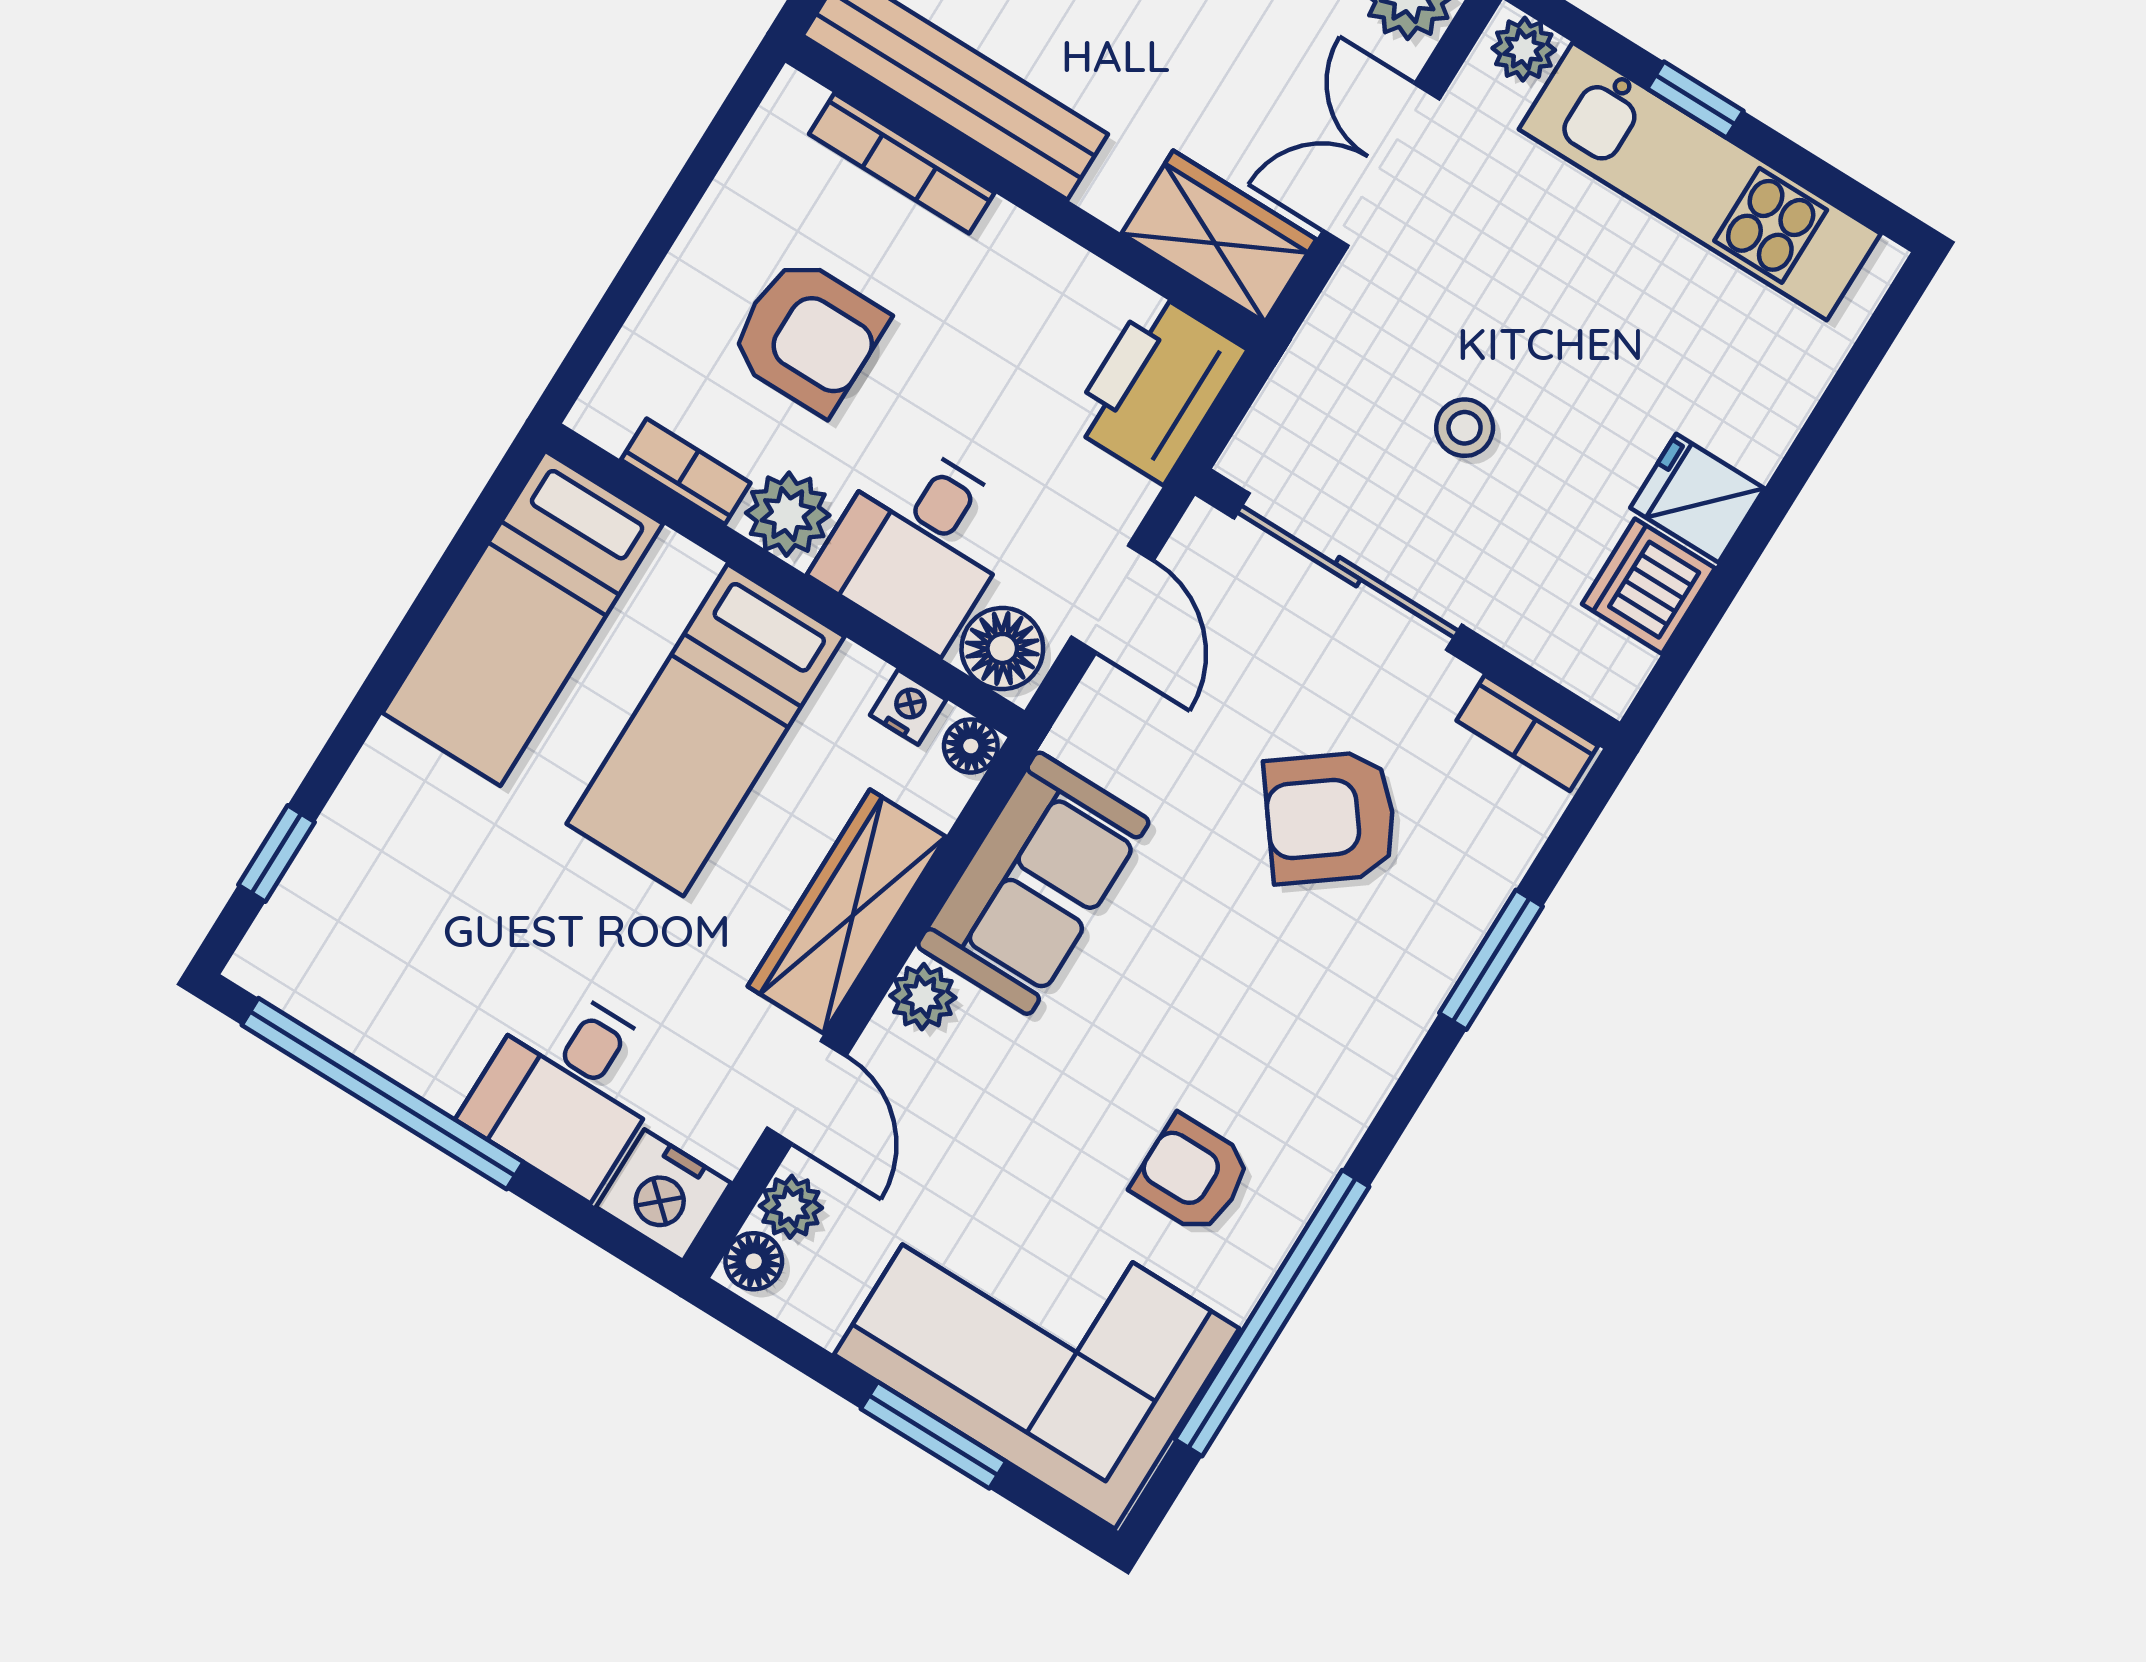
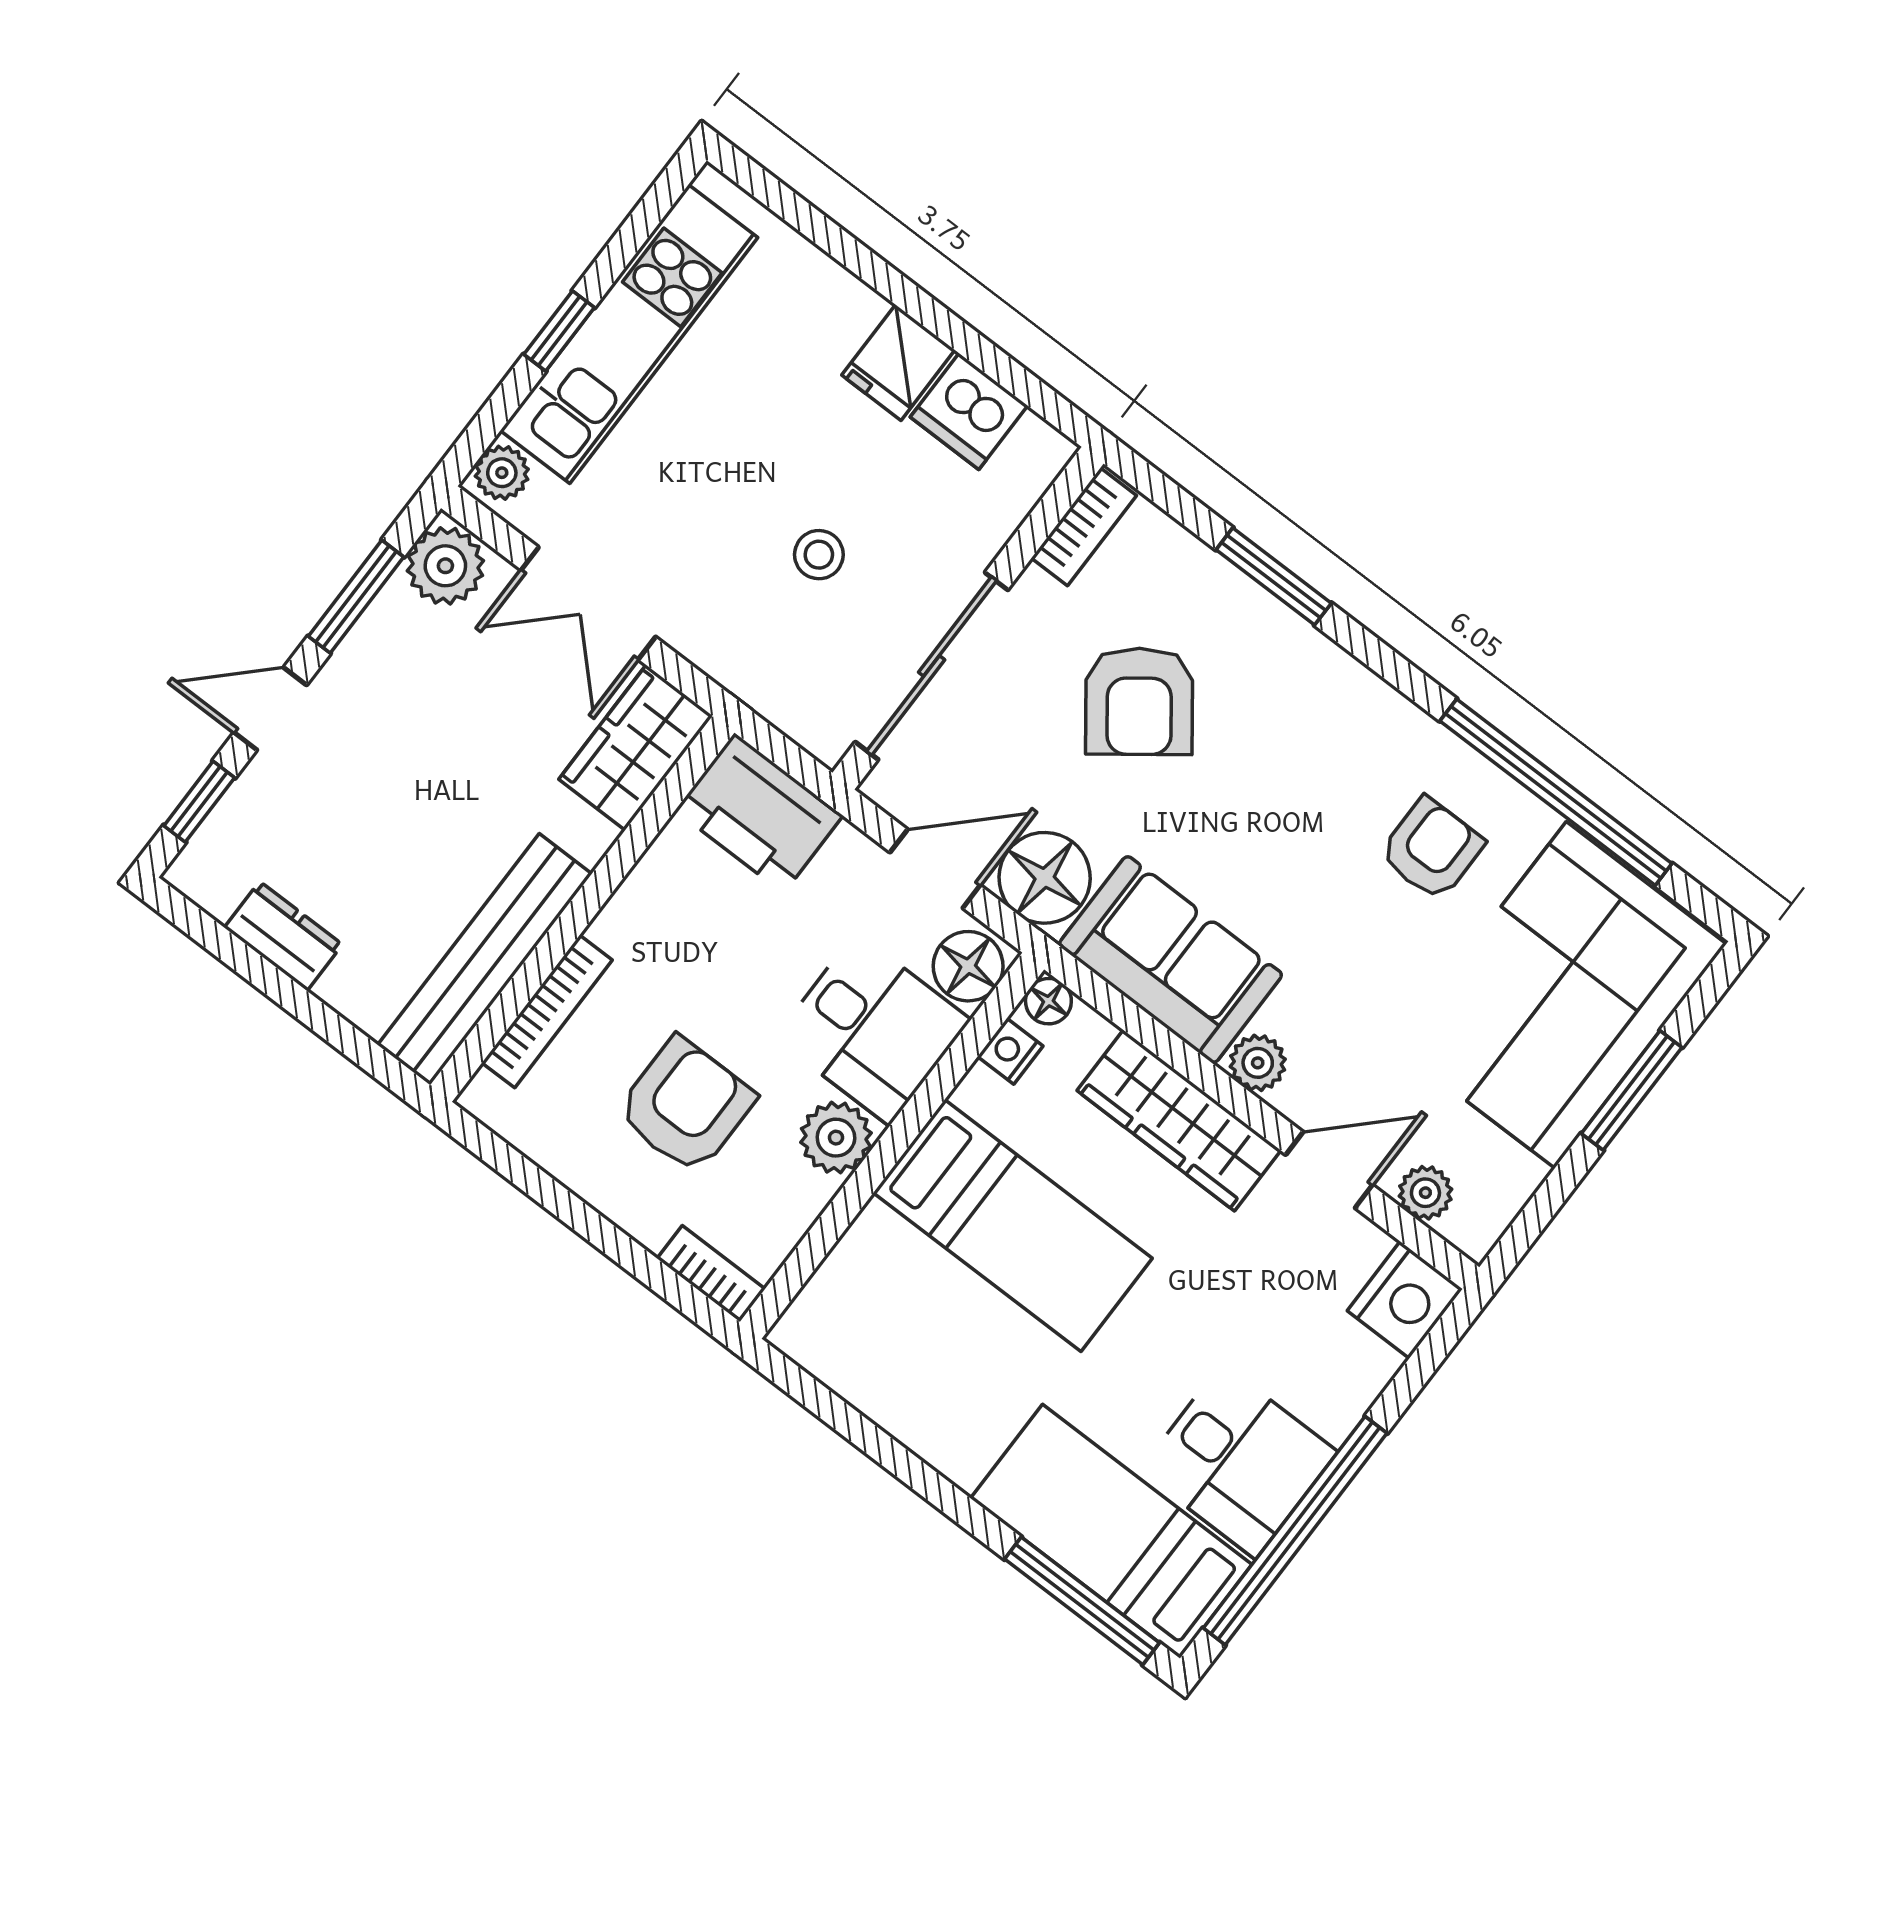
bookcase: (686, 471) -> (711, 1274), moved, turned 90
bed: (523, 618) -> (1111, 1531), moved, turned 180
window: (276, 854) -> (1082, 1601), width x2.17
desk: (568, 1089) -> (1238, 1461), moved
armchair: (1192, 1175) -> (1432, 849), turned 180
floor lamp: (754, 1261) -> (1045, 878), moved, width x1.89, depth x1.89

